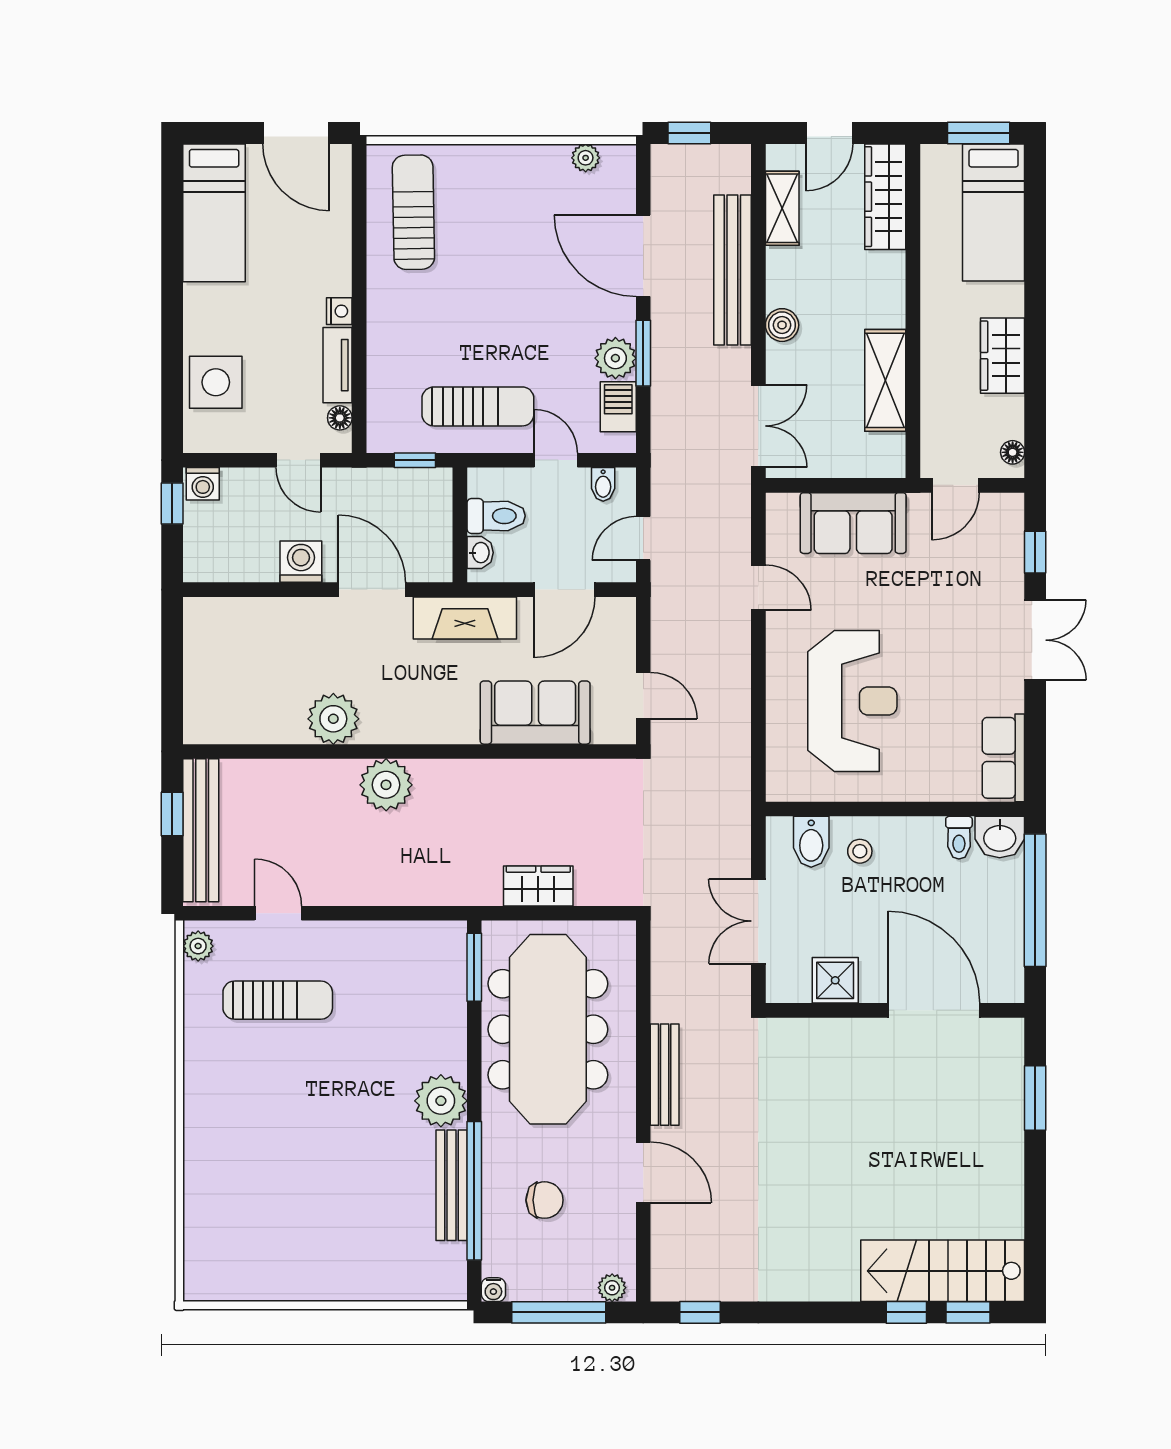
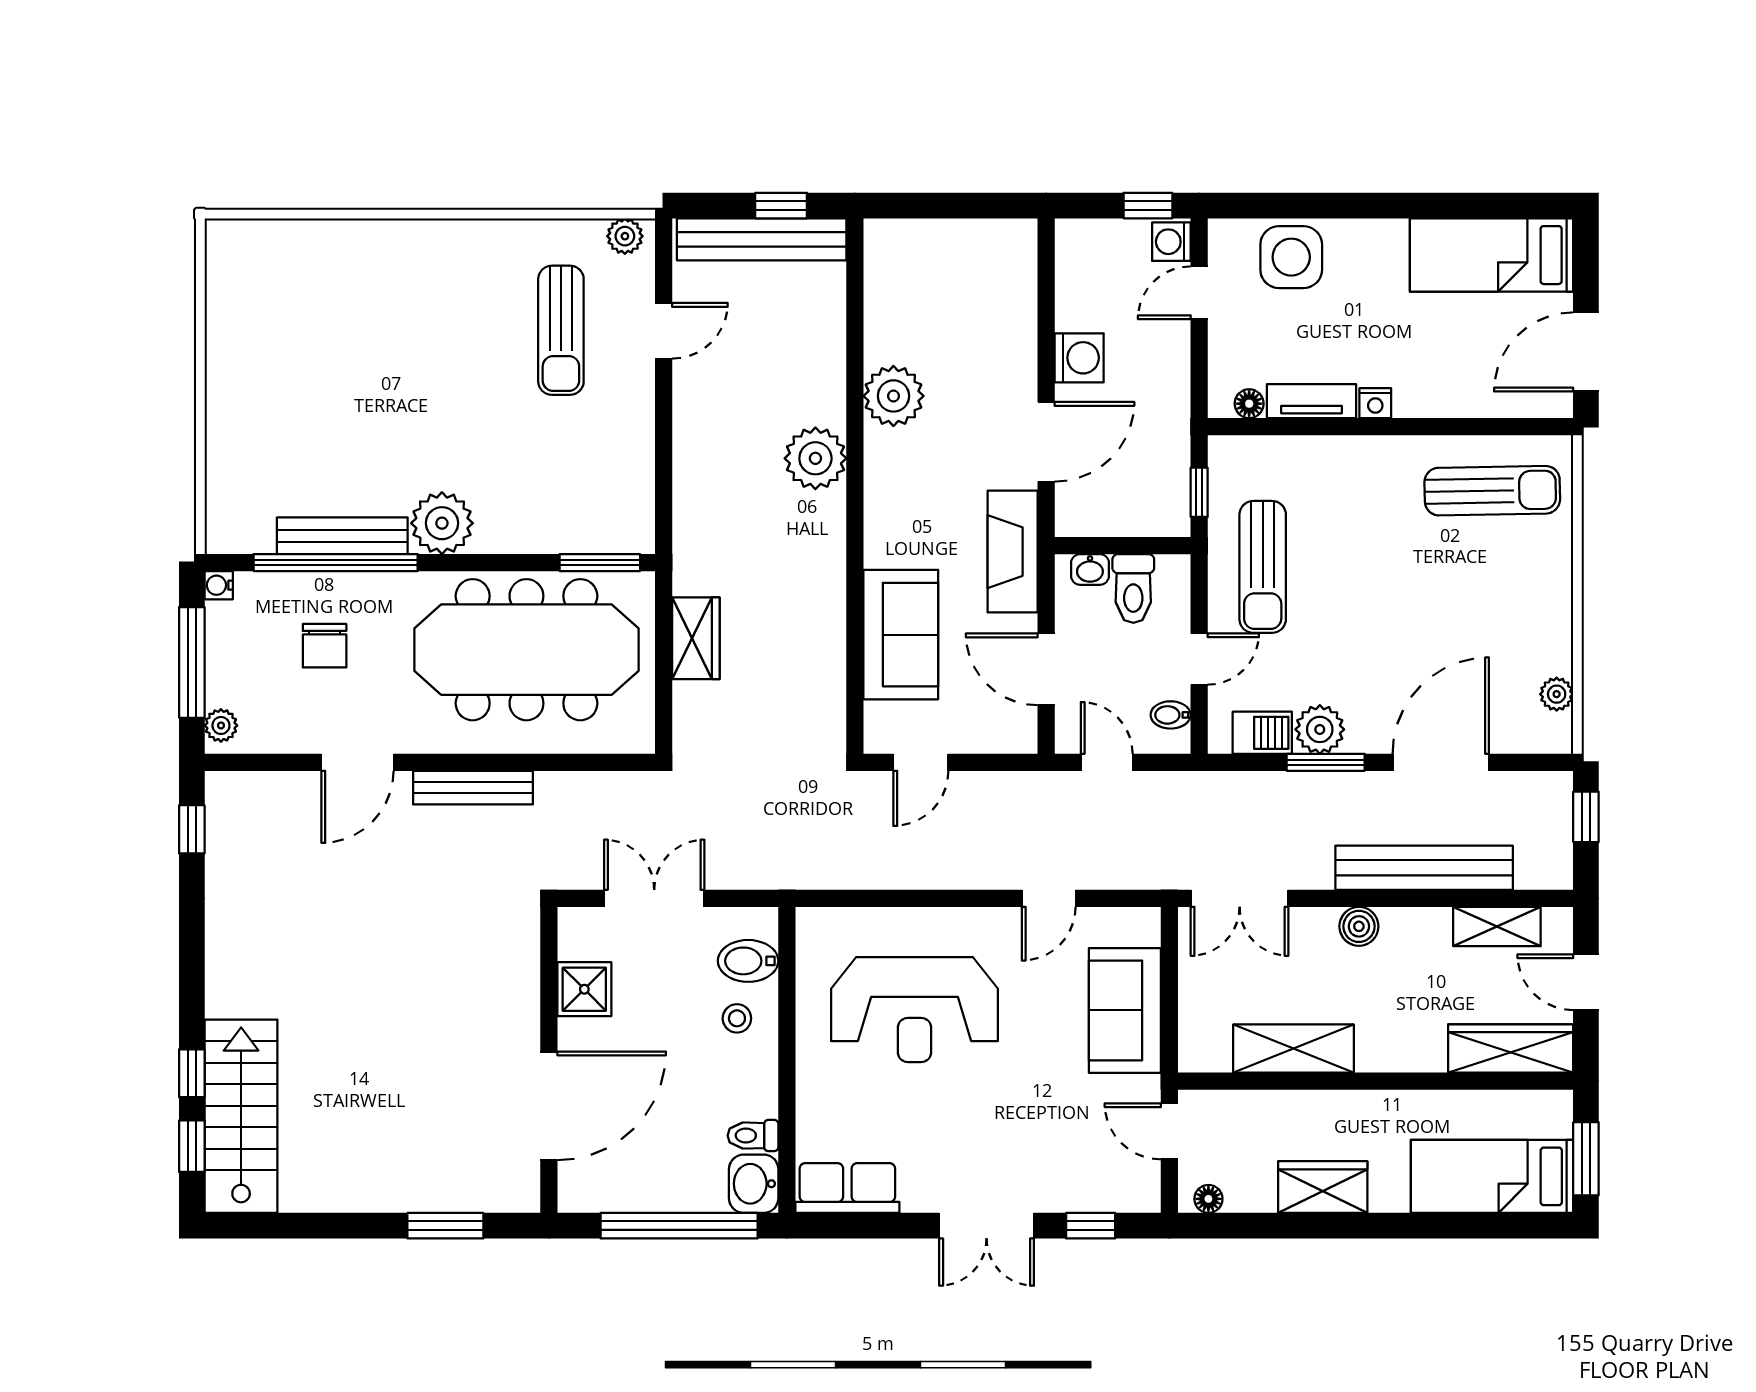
door: (298, 460) -> (1199, 293), moved

